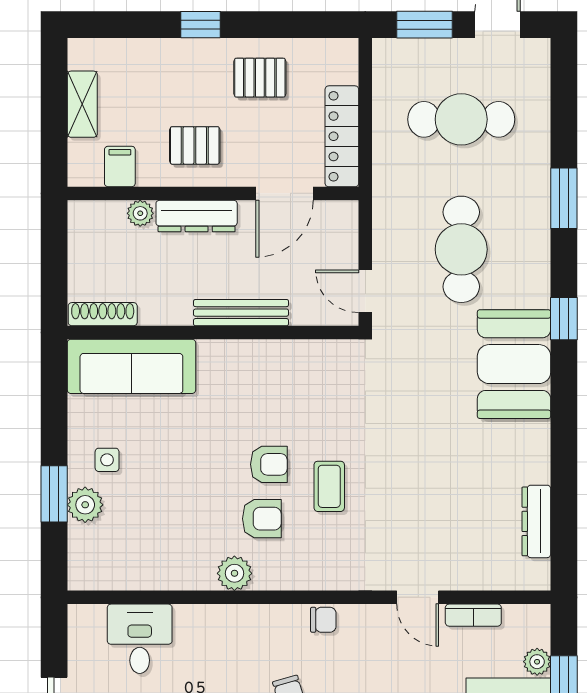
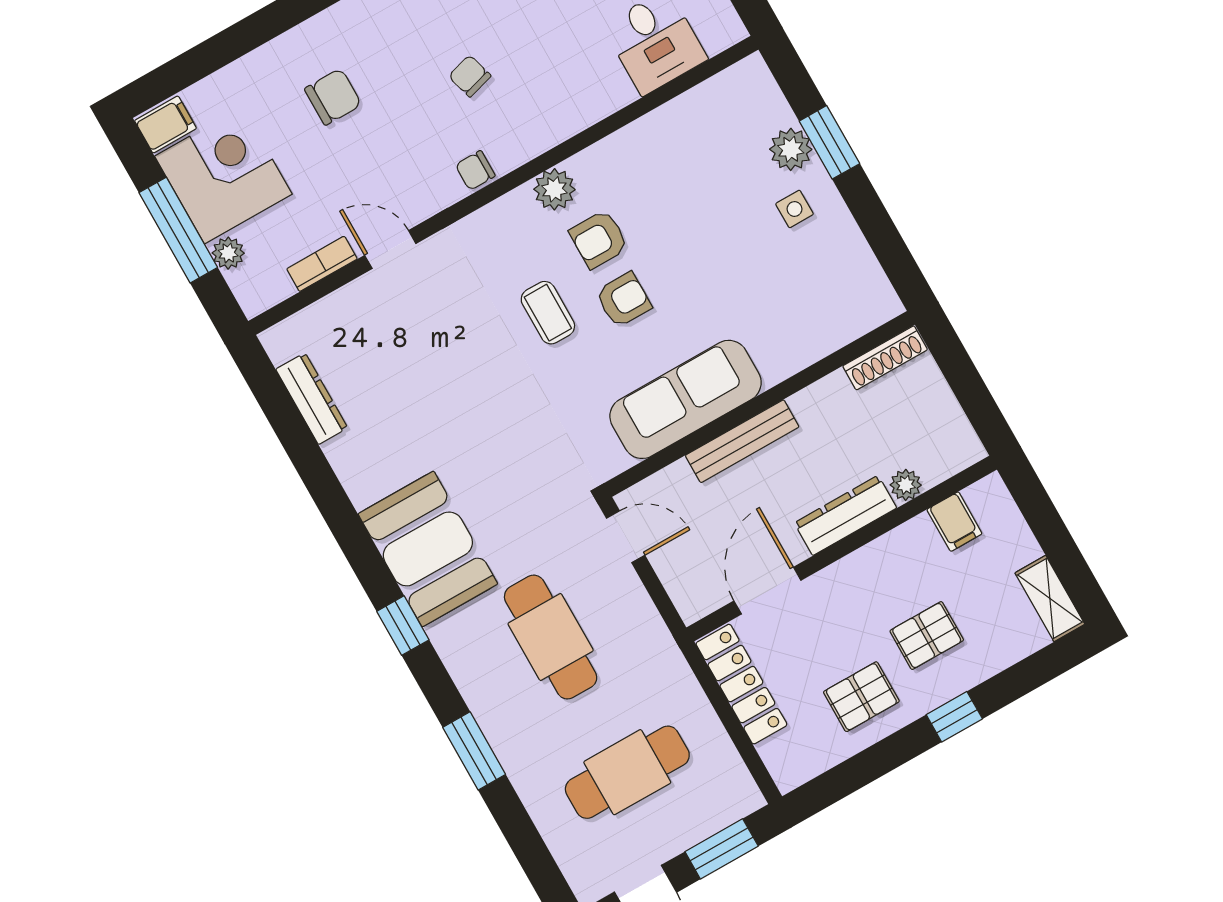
shelving: (82, 104) -> (1050, 599), moved
pallet: (195, 145) -> (927, 636), moved
sofa: (131, 366) -> (686, 399), moved
armchair: (269, 464) -> (624, 300), turned 180
plant: (234, 573) -> (554, 189), moved

